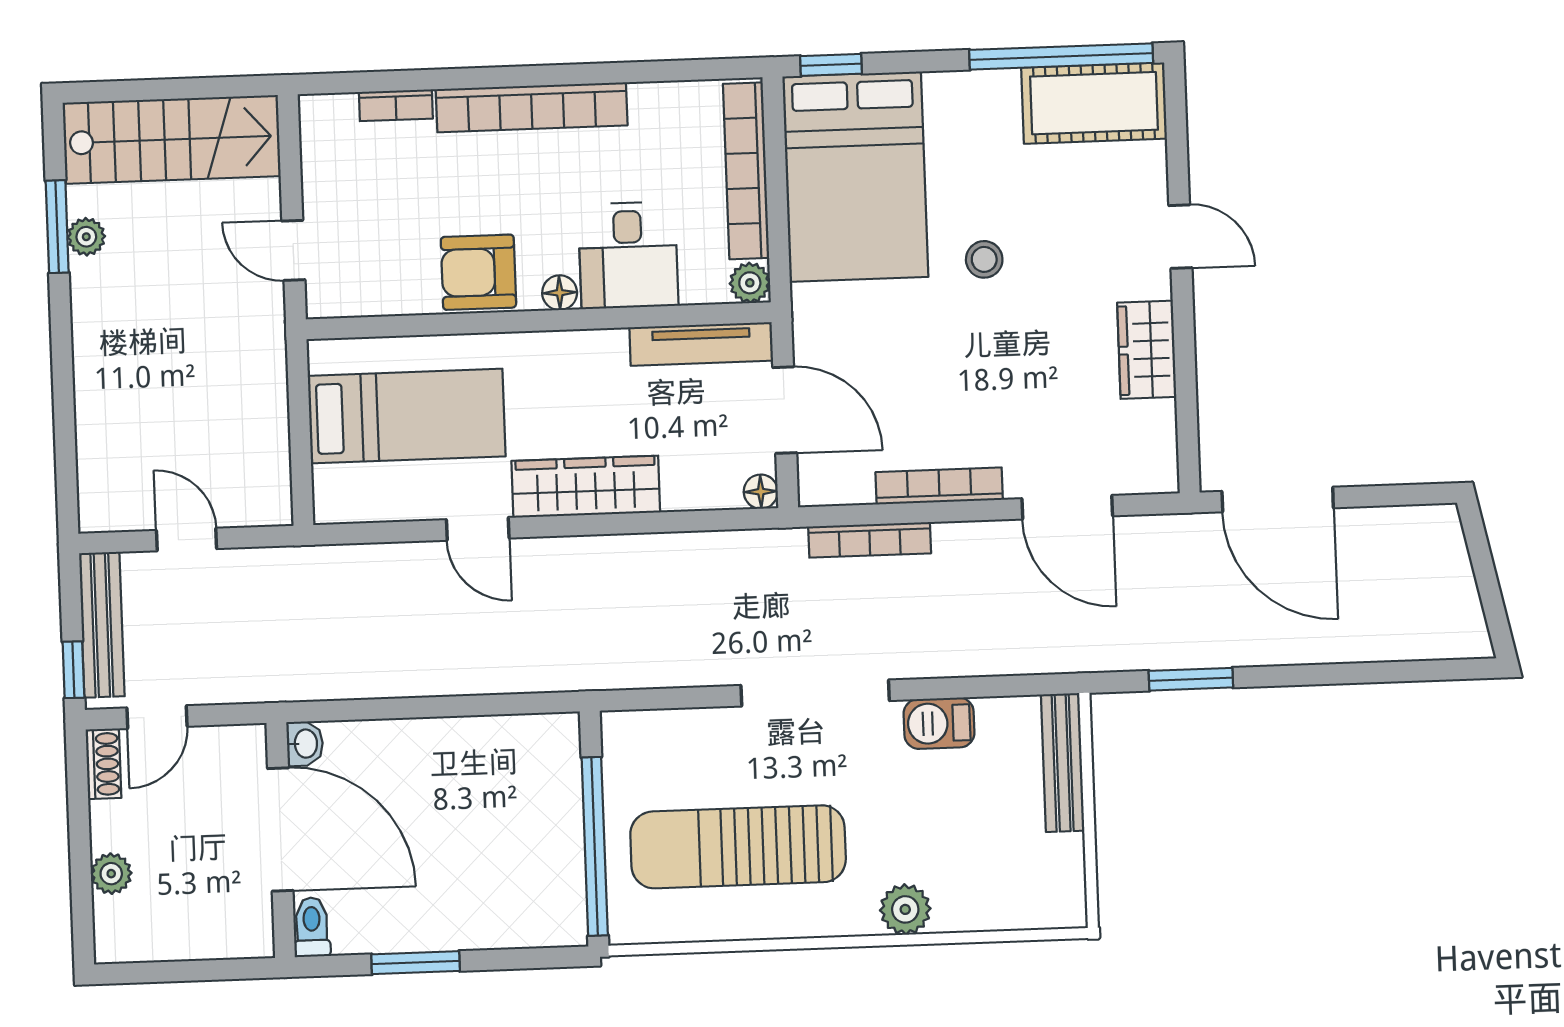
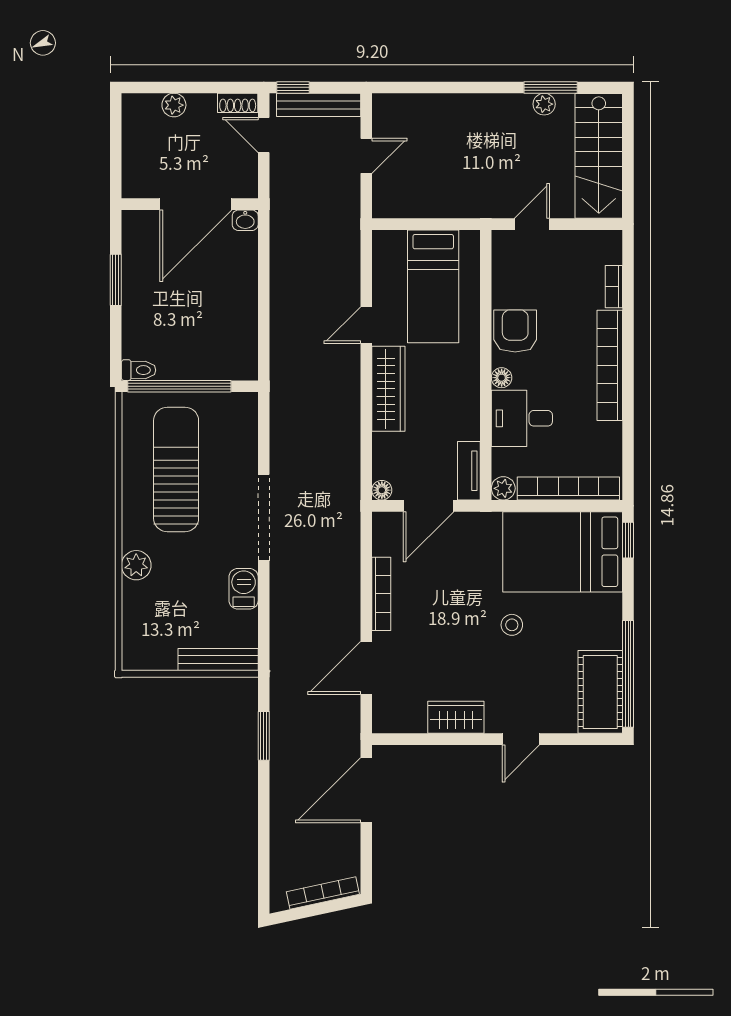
tv unit: (701, 344) -> (469, 471), width x0.71
bookcase: (870, 540) -> (323, 893), moved, turned 78
toilet: (312, 927) -> (139, 370), moved

